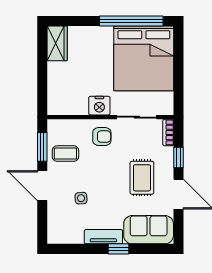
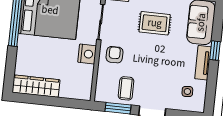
wardrobe: (57, 43) -> (36, 86), width x1.50
side table: (81, 198) -> (187, 91), moved

